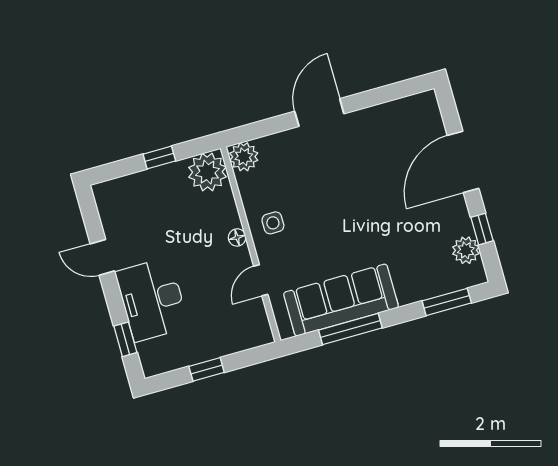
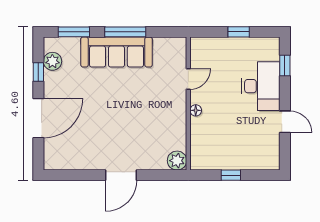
plant: (207, 172) -> (203, 157), removed
side table: (273, 223) -> (170, 113), removed
sofa: (341, 300) -> (116, 52), moved
window: (350, 329) -> (125, 32), moved

